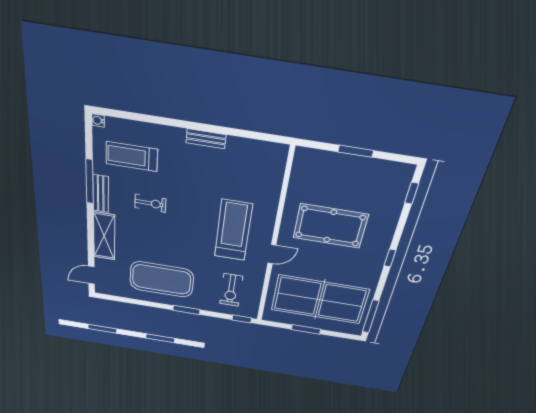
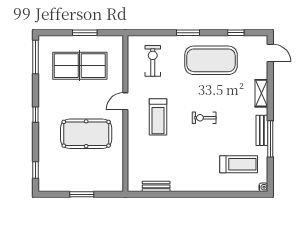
bench: (206, 139) -> (156, 186), moved
exercise bike: (150, 203) -> (204, 118), moved
treadmill: (233, 230) -> (158, 117), width x0.73, depth x0.73
shelving: (104, 236) -> (261, 93), width x0.67, depth x0.75
door: (91, 275) -> (270, 53), hinge flipped
table tennis table: (320, 300) -> (80, 66), width x0.73, depth x0.76
window: (242, 319) -> (236, 33), moved

